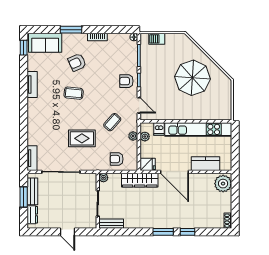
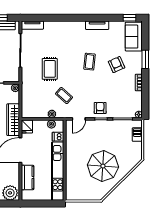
armchair: (117, 159) -> (32, 99), removed

